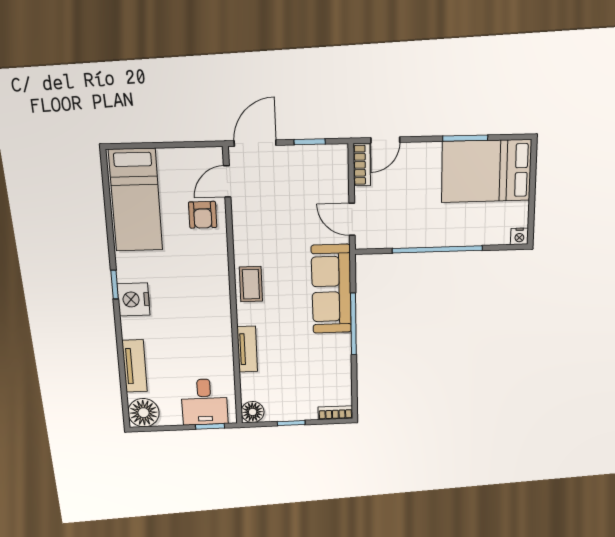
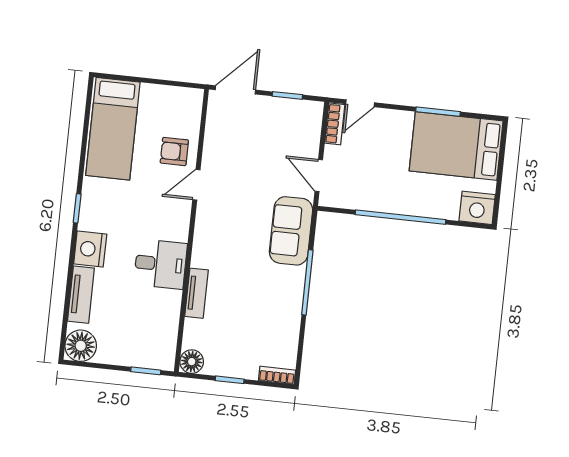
door: (227, 181) -> (196, 185), moved
armchair: (203, 215) -> (174, 151), turned 90
nightstand: (519, 236) -> (477, 208), width x1.89, depth x1.79
coffee table: (251, 284) -> (210, 227), removed
sofa: (331, 289) -> (291, 231), width x0.73
nightstand: (133, 299) -> (90, 249), moved
desk: (204, 402) -> (160, 264), moved, turned -90

